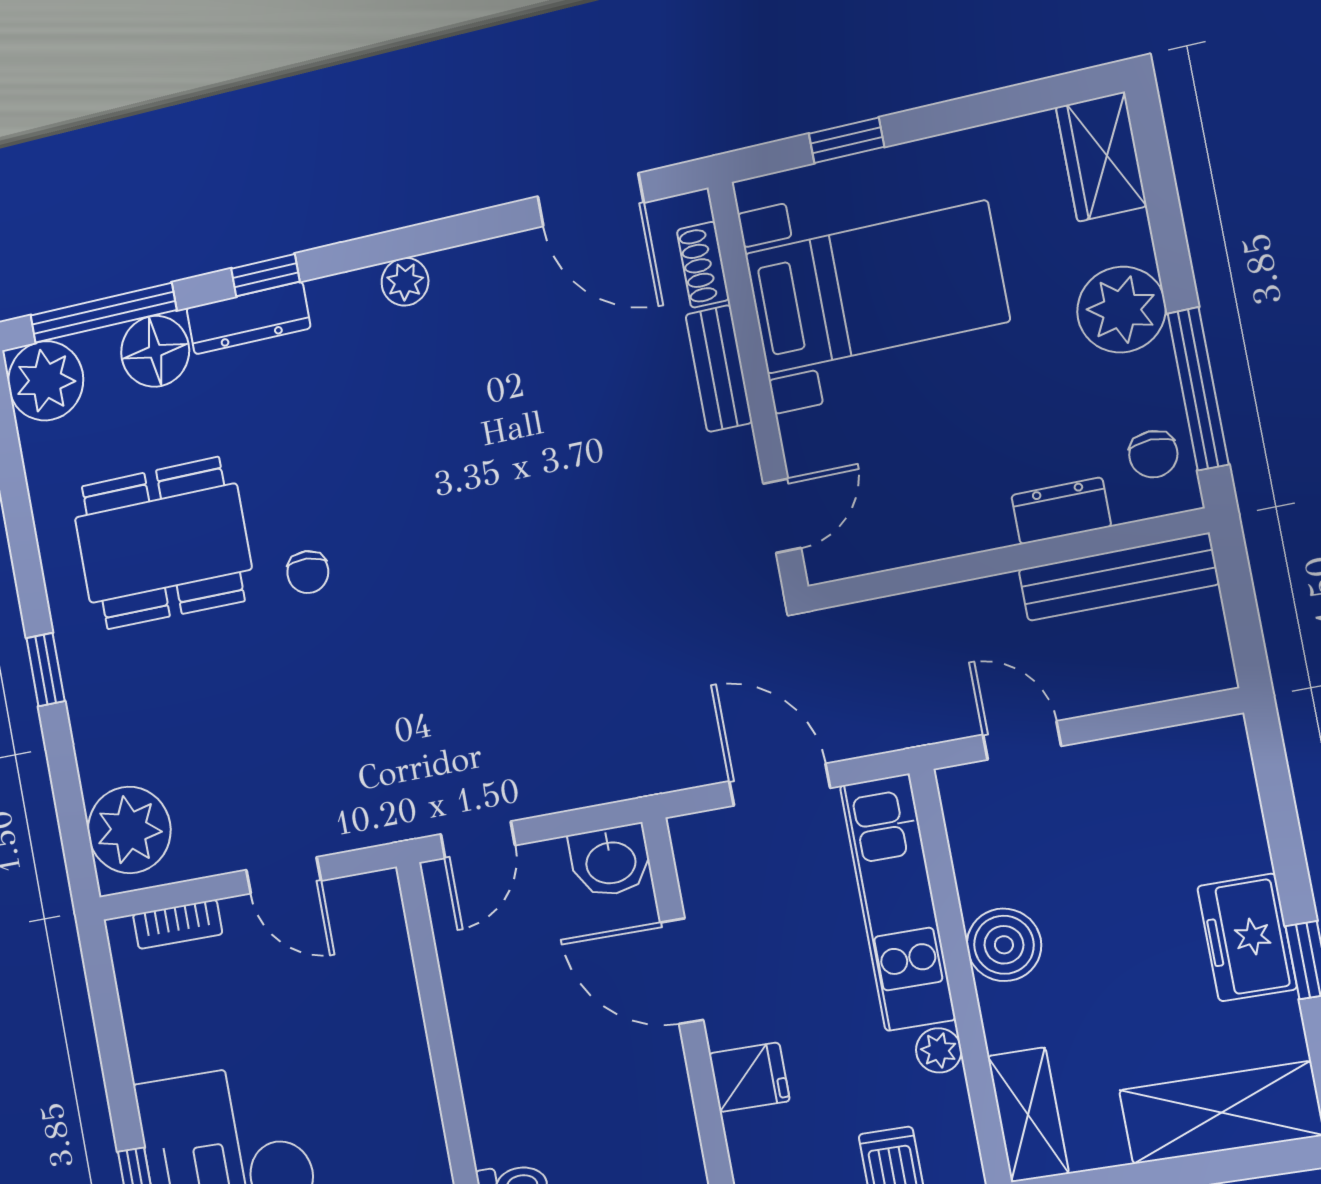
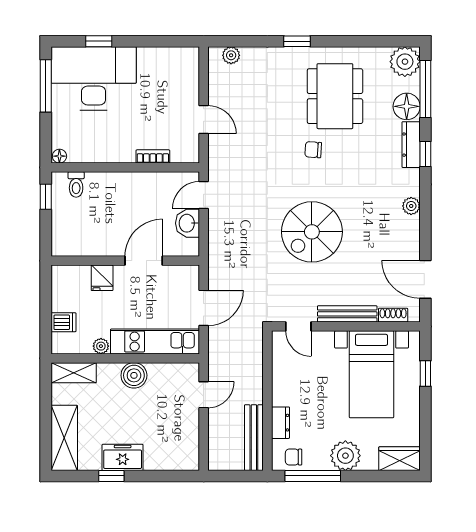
door: (591, 200) -> (425, 279), hinge flipped
bench: (719, 369) -> (347, 314), width x1.36
spiral stairs: (521, 531) -> (312, 232), added
plant: (129, 830) -> (231, 55), width x0.53, depth x0.53
door: (478, 840) -> (204, 195), hinge flipped
washbasin: (611, 861) -> (188, 223), moved
door: (284, 875) -> (204, 120), swing flipped
bookcase: (178, 924) -> (153, 156), moved, turned 90

